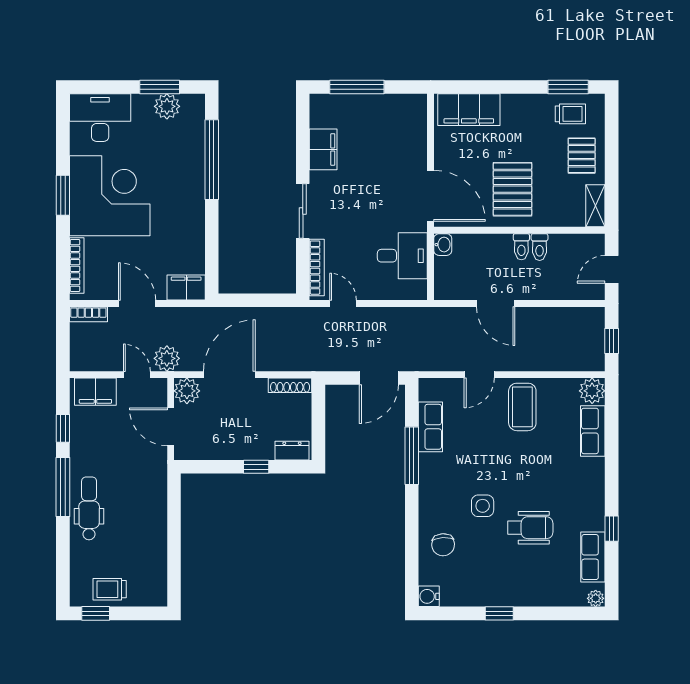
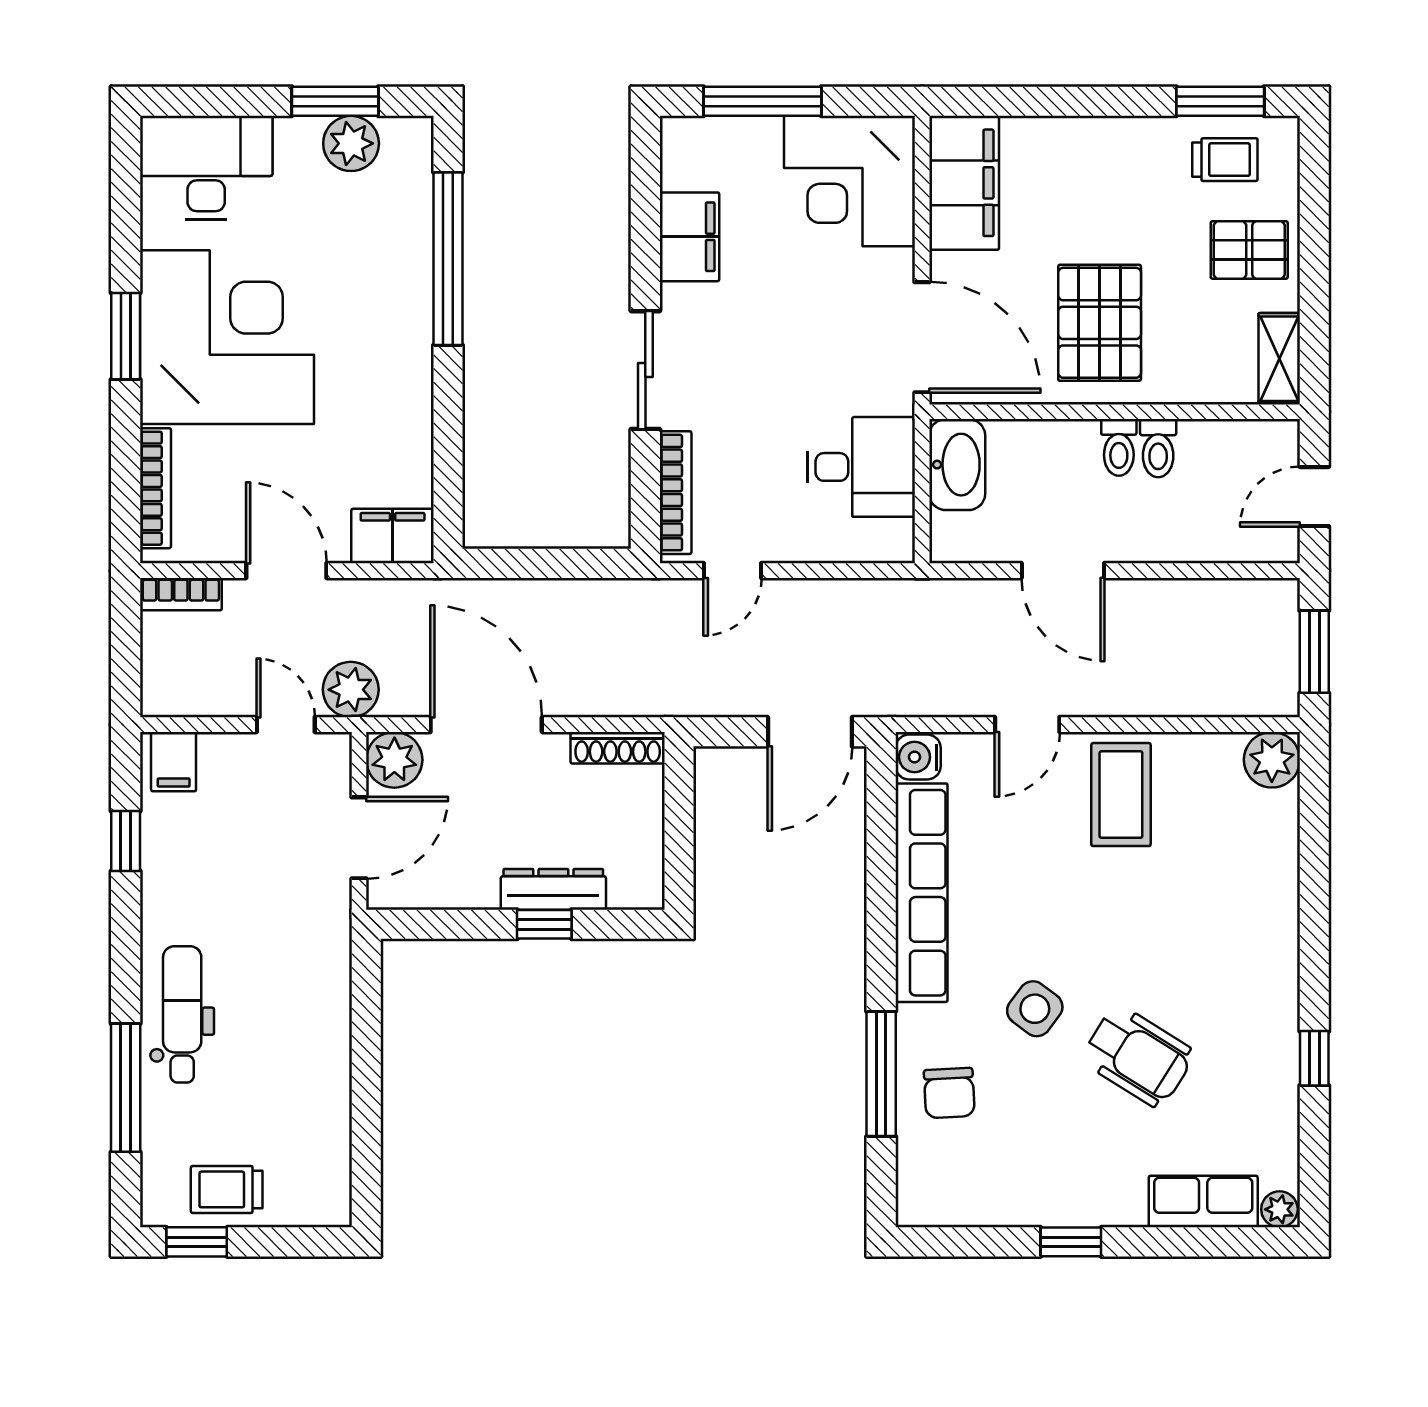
filing cabinet: (469, 110) -> (964, 183), moved, turned -90
corner desk: (397, 124) -> (849, 181), added
pallet: (582, 156) -> (1249, 250), turned 90
washbasin: (443, 245) -> (957, 465), width x1.91, depth x1.45
door: (343, 304) -> (733, 571), swing flipped
window: (612, 341) -> (1314, 652), width x1.50
door: (229, 375) -> (486, 725), hinge flipped
filing cabinet: (95, 392) -> (174, 762), width x0.50
door: (171, 427) -> (359, 838), swing flipped
row of seats: (430, 427) -> (922, 893), width x2.02
row of seats: (593, 431) -> (1274, 847), removed
dresser: (292, 451) -> (553, 889), moved, width x1.44
window: (412, 456) -> (881, 1074), moved
window: (63, 487) -> (126, 1088), moved
side table: (483, 506) -> (1035, 1009), turned 37
wheelchair: (530, 528) -> (1138, 1056), turned 32
row of seats: (593, 557) -> (1203, 1201), moved, turned 90
water cooler: (429, 596) -> (918, 757), moved

